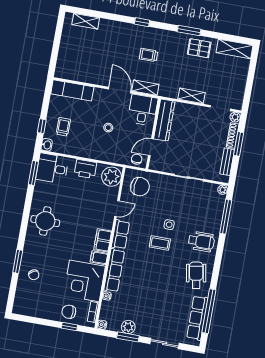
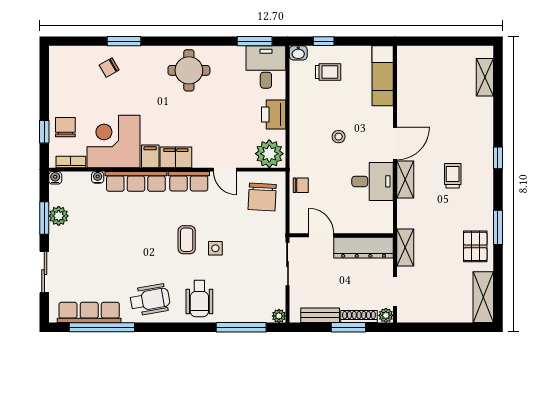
dresser: (164, 120) -> (364, 248), moved
wall: (153, 134) -> (341, 235), moved
door: (151, 147) -> (321, 235), moved

